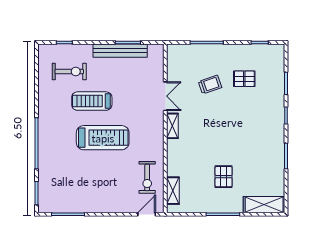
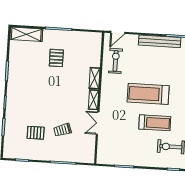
bench: (120, 51) -> (160, 41), moved
shelving: (173, 191) -> (95, 78), moved

